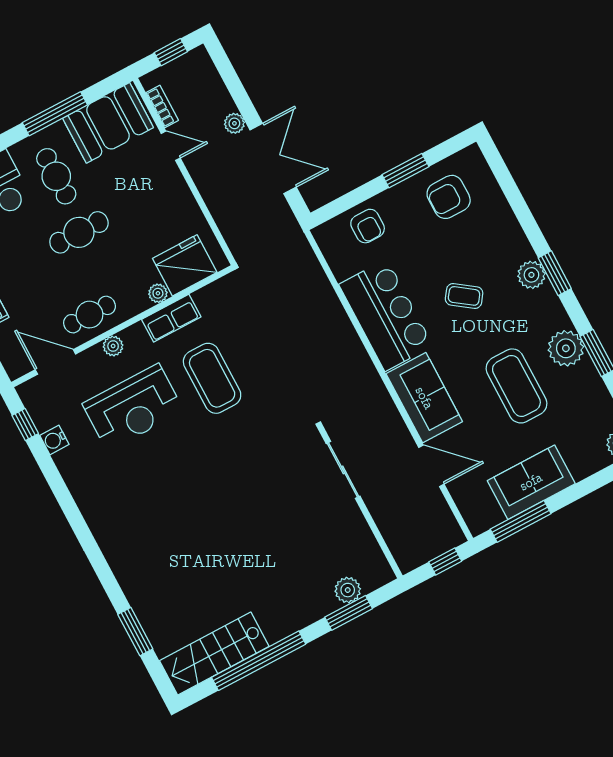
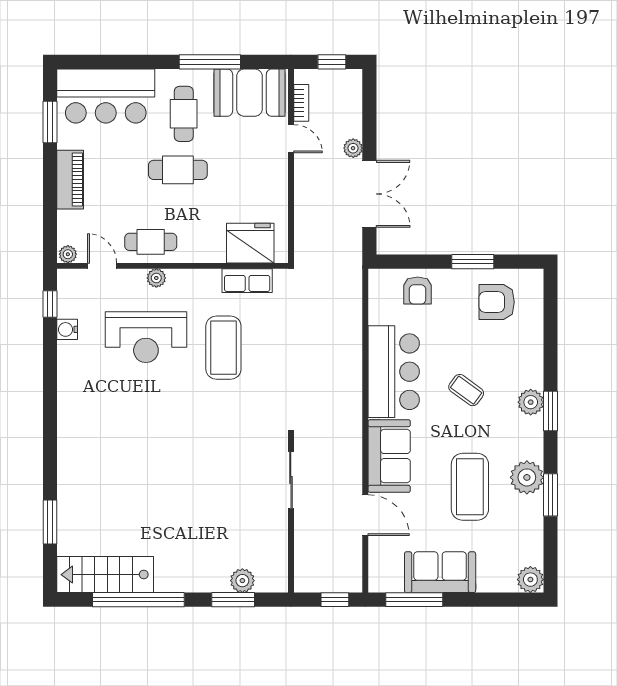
plant: (158, 293) -> (68, 254), moved
row of seats: (171, 318) -> (247, 281), moved
door: (55, 362) -> (102, 266), width x0.73

